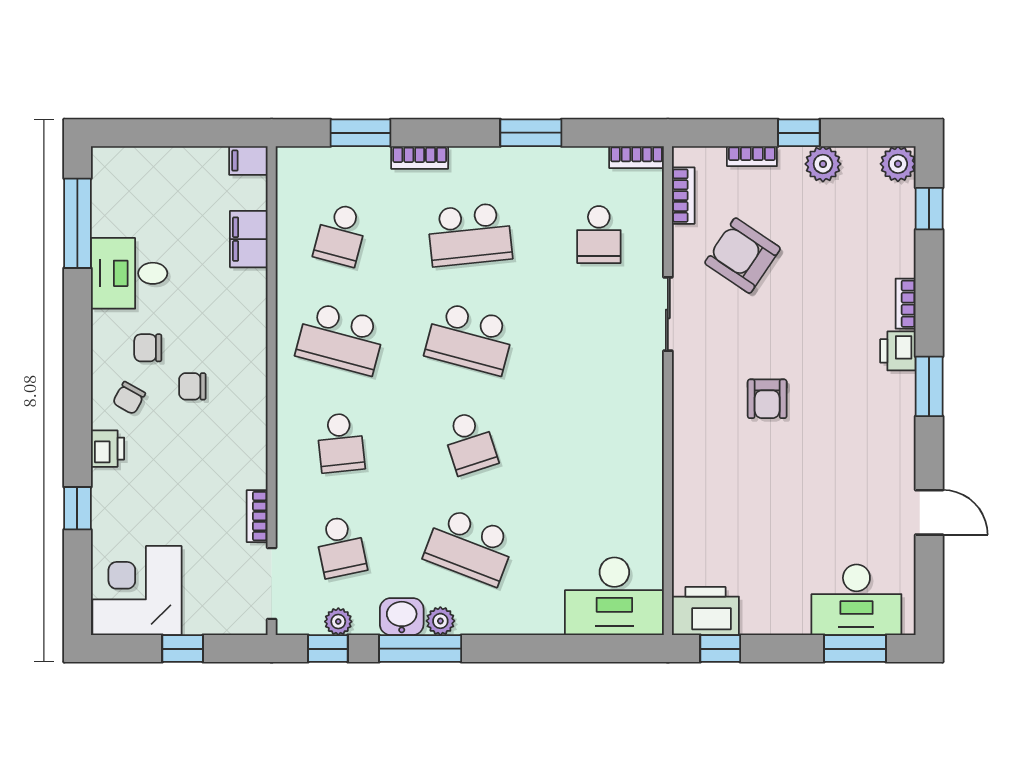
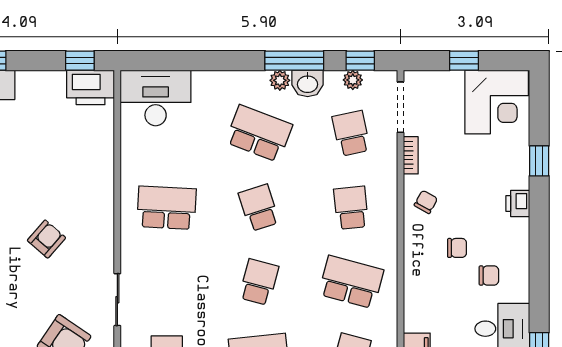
school desk: (470, 339) -> (259, 282), width x0.54
chair: (129, 398) -> (426, 202), moved
armchair: (767, 399) -> (46, 239), turned 41
school desk: (599, 443) -> (167, 208), added

